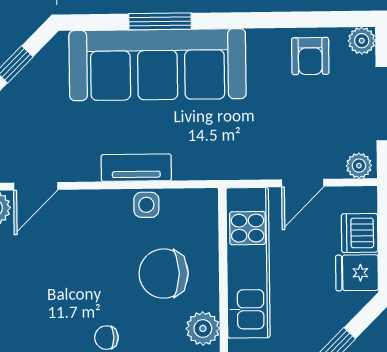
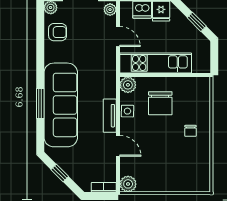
door: (36, 186) -> (118, 146), moved
plant: (203, 328) -> (128, 85), moved

